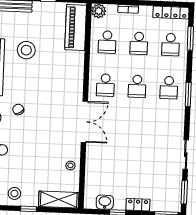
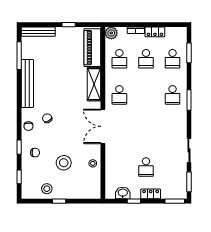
locker: (171, 12) -> (155, 32), moved, width x0.66
stool: (26, 50) -> (64, 163), moved
school desk: (137, 86) -> (146, 167), moved
double door: (84, 122) -> (103, 126), swing flipped
shelving: (59, 200) -> (94, 84), moved, turned 90

